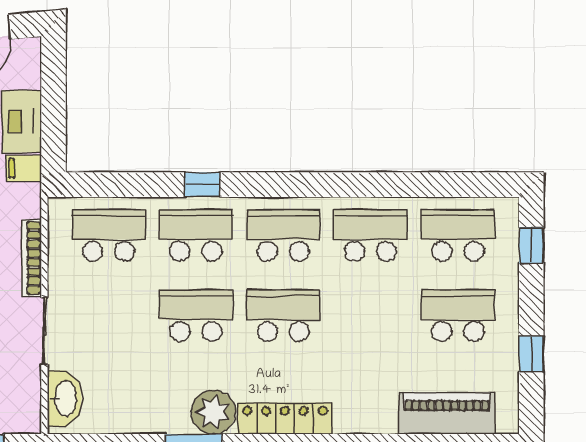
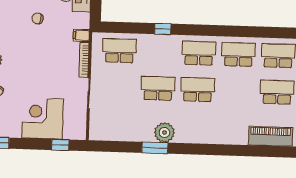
filing cabinet: (24, 168) -> (81, 35), moved
school desk: (196, 235) -> (159, 52), removed
washbasin: (64, 399) -> (97, 124), removed
locker: (285, 419) -> (197, 136), removed

